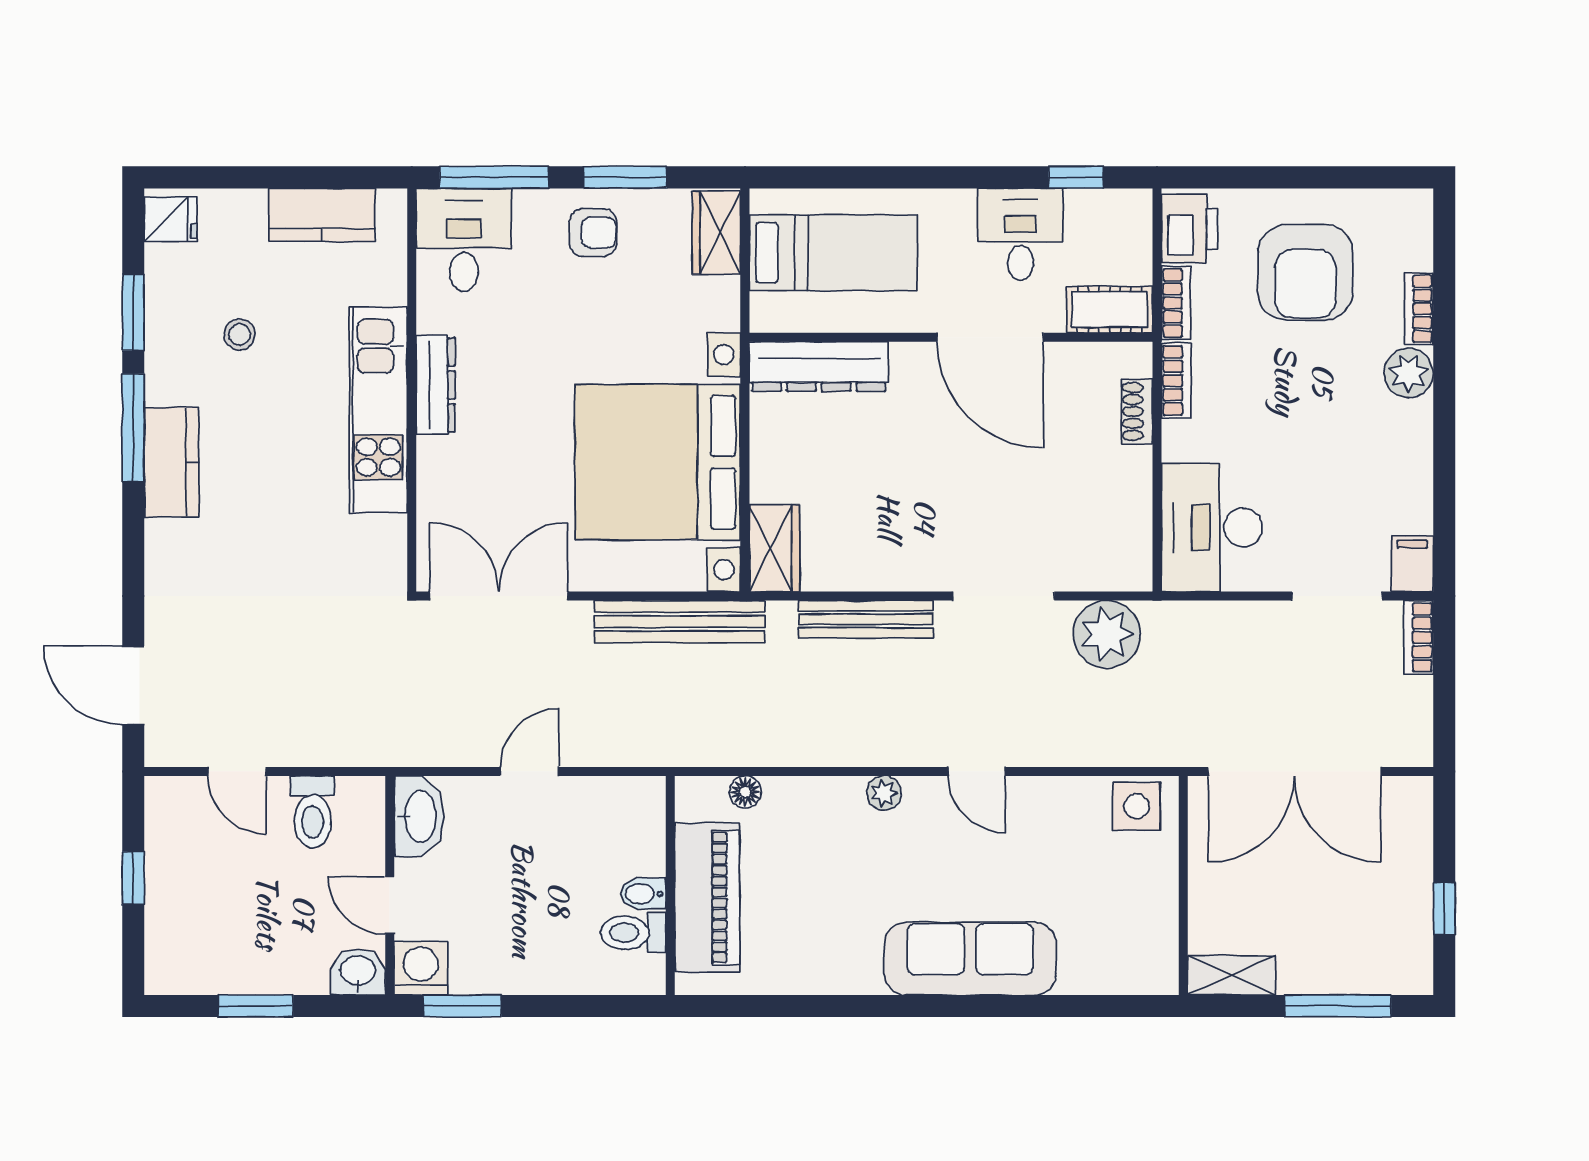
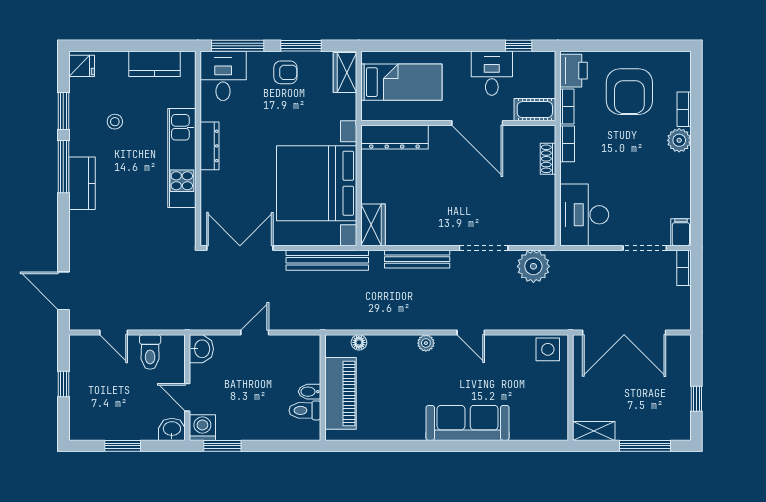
washbasin: (419, 816) -> (201, 349), width x0.72

